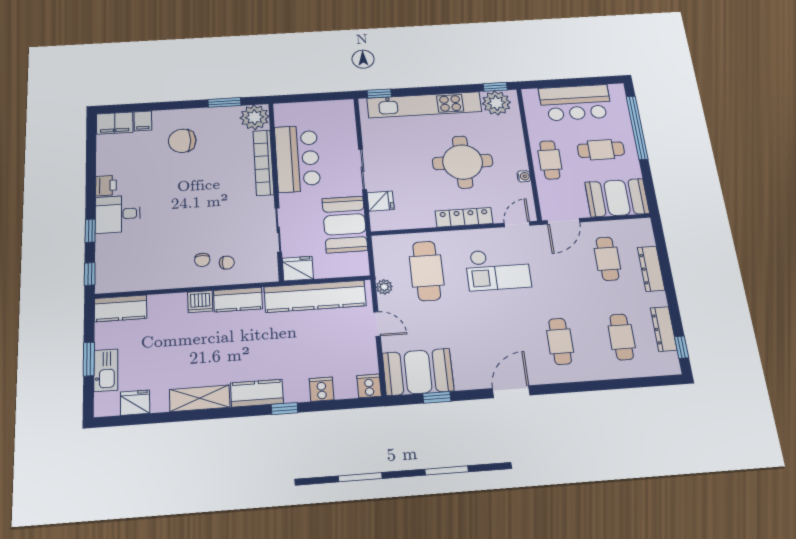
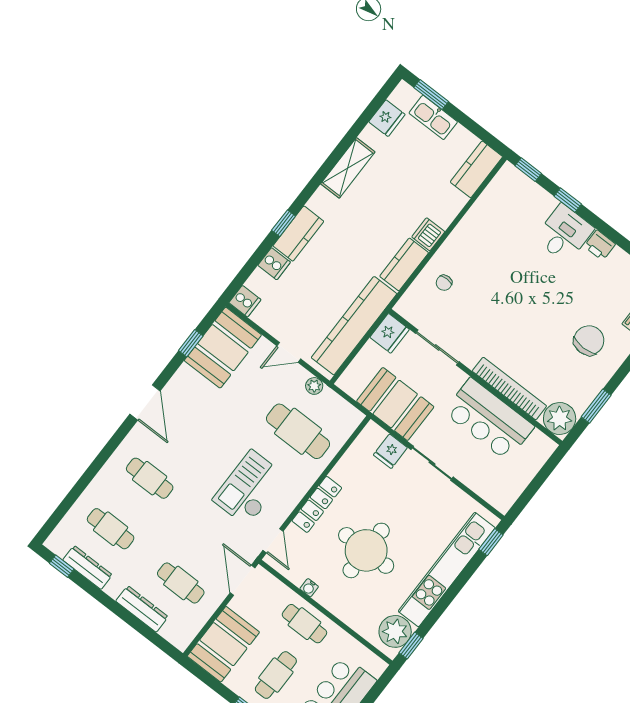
chair: (202, 260) -> (463, 266), removed
window: (89, 359) -> (431, 95), moved
kitchen counter: (257, 393) -> (298, 234), moved

